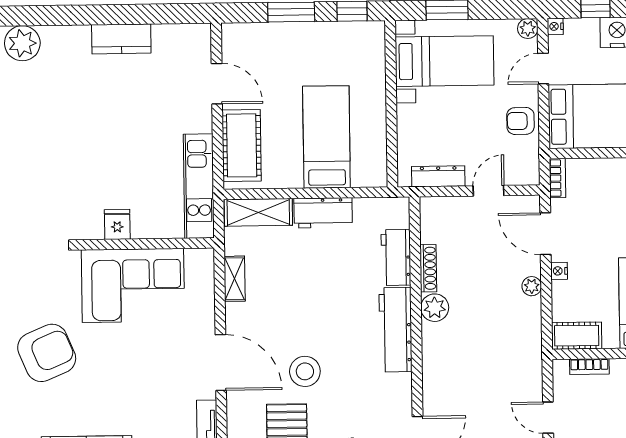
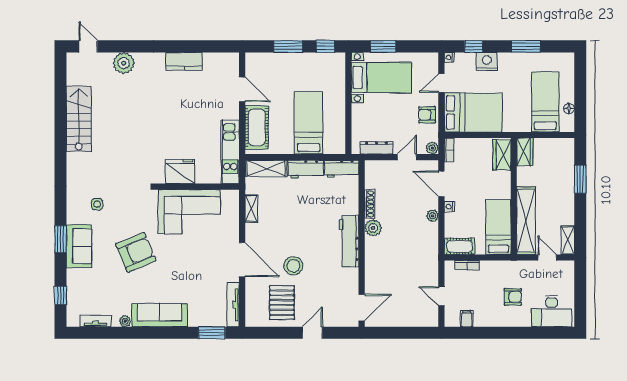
plant: (528, 29) -> (432, 148), moved
fridge: (117, 224) -> (180, 171), width x1.88, depth x1.34
workbench: (396, 258) -> (342, 169), moved, turned -90

